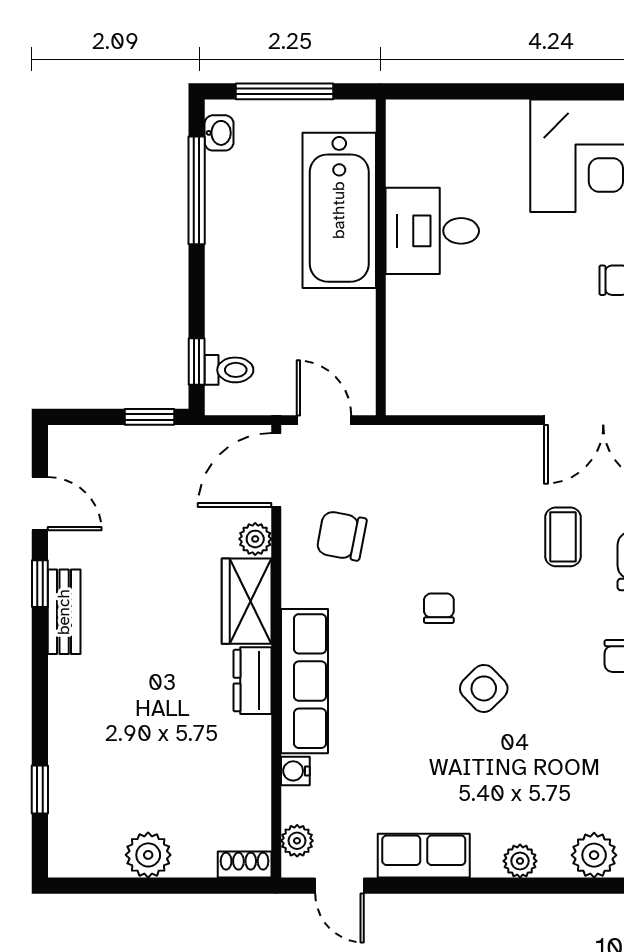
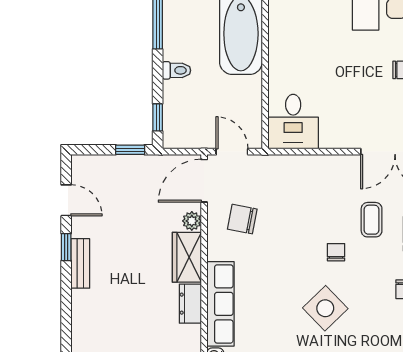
desk: (432, 231) -> (293, 122), moved, turned -90
toilet: (229, 370) -> (177, 70), moved
chair: (439, 608) -> (336, 252), moved
side table: (484, 688) -> (325, 308), width x1.37, depth x1.37

